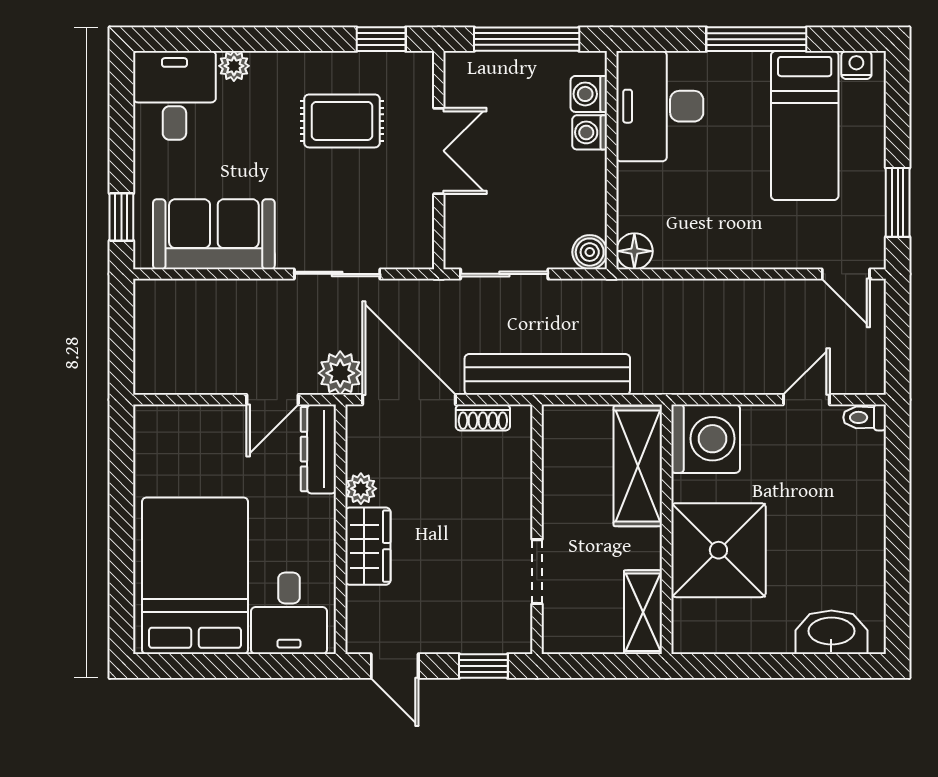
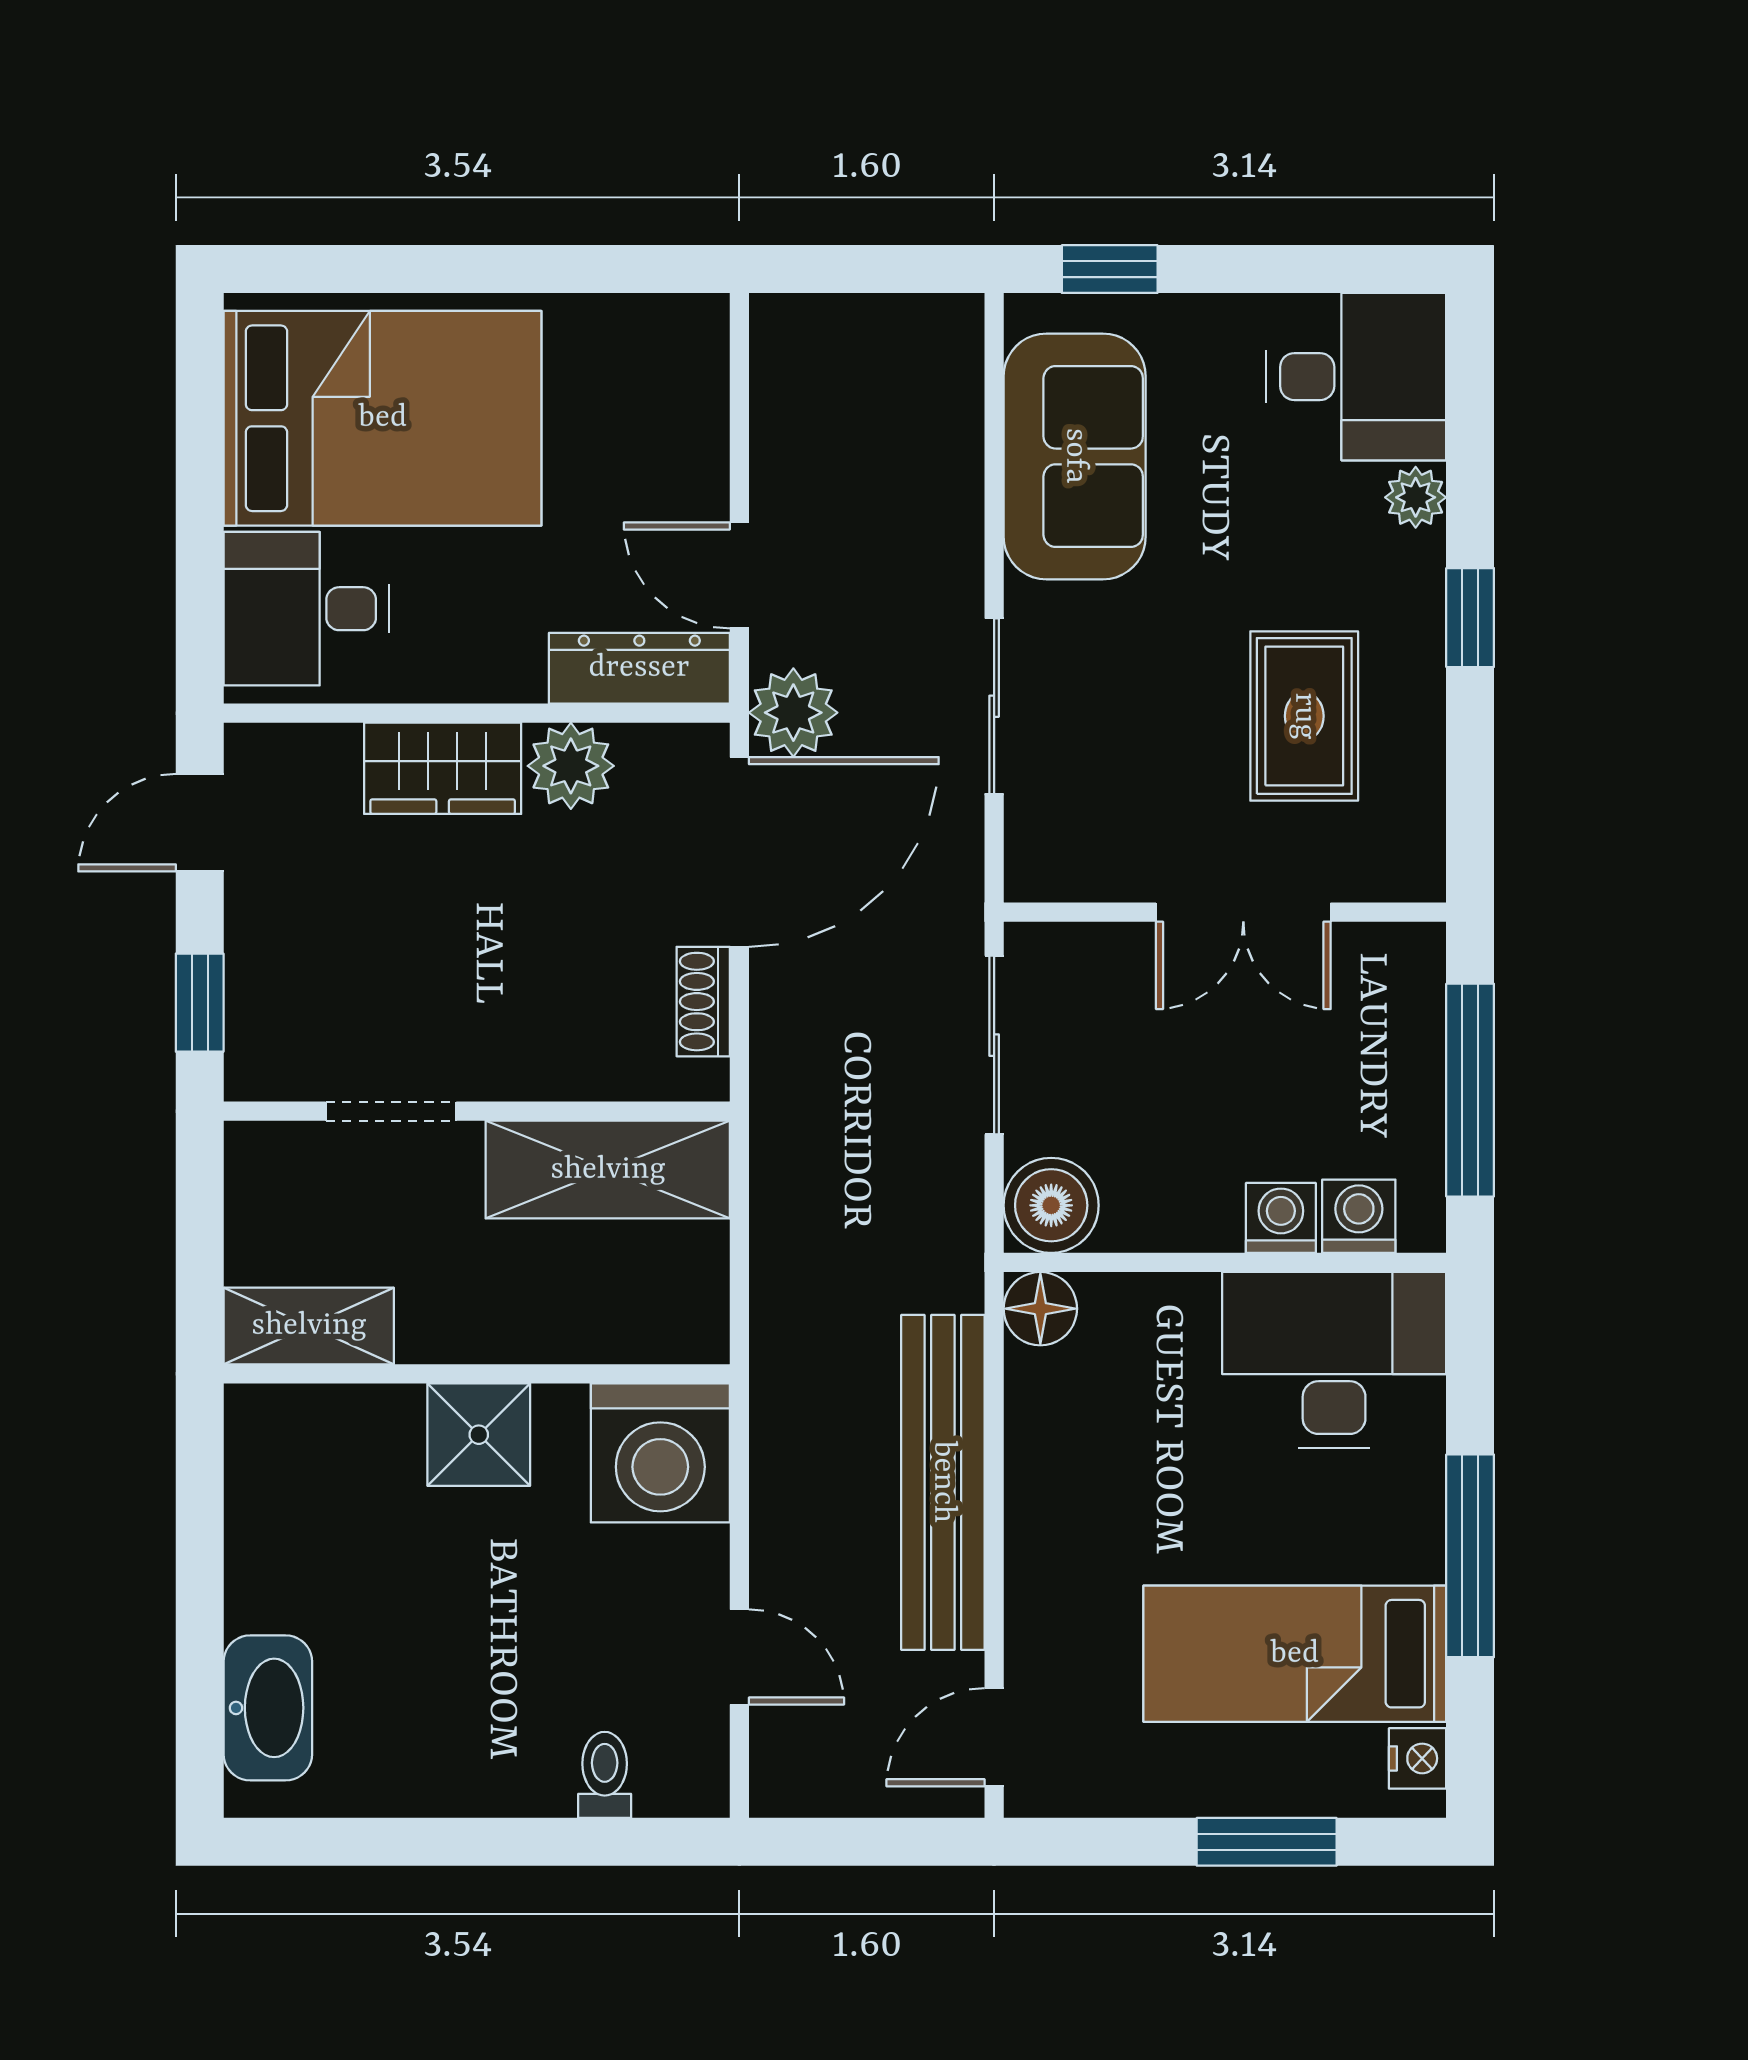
window: (381, 39) -> (1470, 618), moved
window: (898, 202) -> (1267, 1842), moved
boiler: (590, 252) -> (1051, 1205), width x1.36, depth x1.36
bench: (547, 374) -> (943, 1482), moved
toilet: (865, 417) -> (605, 1775), moved
shelving: (638, 466) -> (608, 1170), moved
plant: (361, 489) -> (571, 766), width x1.38, depth x1.38
shower: (718, 550) -> (479, 1435), width x0.54, depth x0.54

